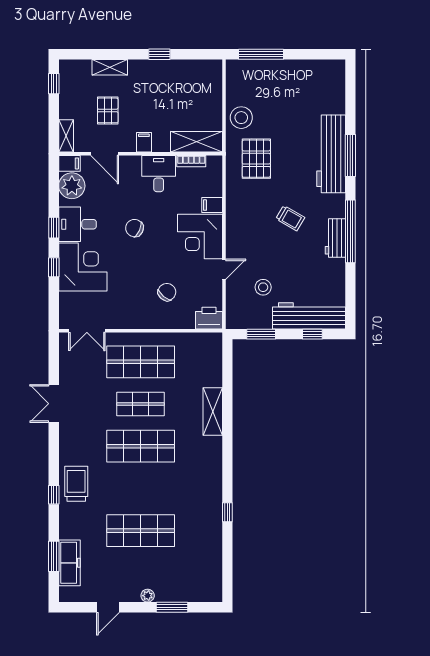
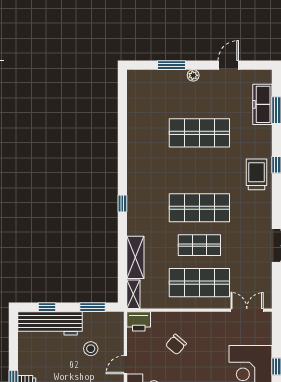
shelving: (215, 349) -> (133, 294), added
shelving: (213, 412) -> (135, 257), moved
trolley: (76, 484) -> (256, 174), turned 180
window: (227, 512) -> (122, 203), moved

